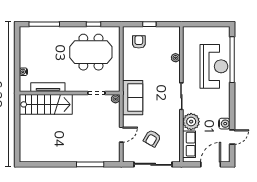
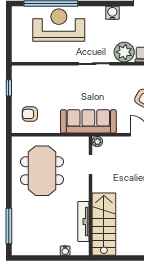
window: (94, 24) -> (9, 168), removed
window: (149, 24) -> (9, 88), moved
plant: (176, 58) -> (49, 71), removed
sofa: (133, 98) -> (88, 121), width x1.36
water cooler: (224, 124) -> (112, 13), moved

